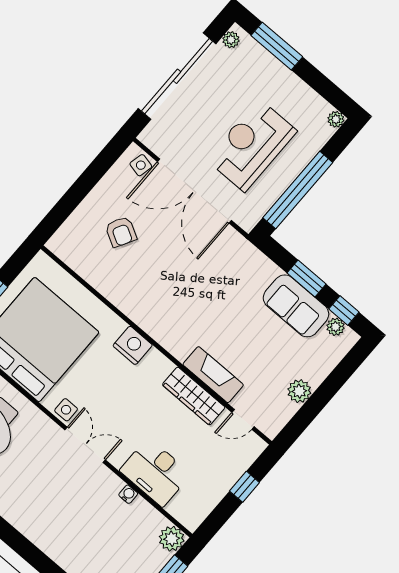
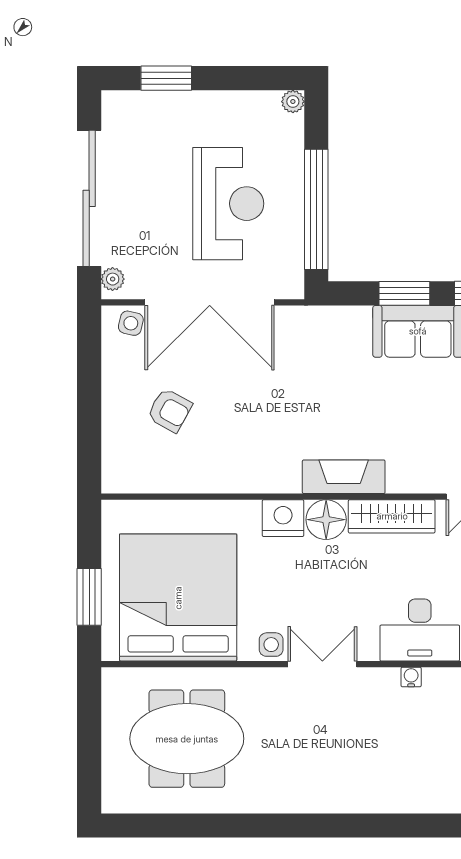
plant: (231, 40) -> (113, 279), moved
window: (277, 46) -> (166, 78), width x0.69
reception desk: (252, 145) -> (228, 204), turned 180
floor lamp: (156, 367) -> (326, 520), added
fireplace: (213, 375) -> (344, 477), moved

